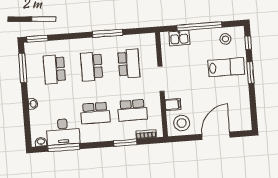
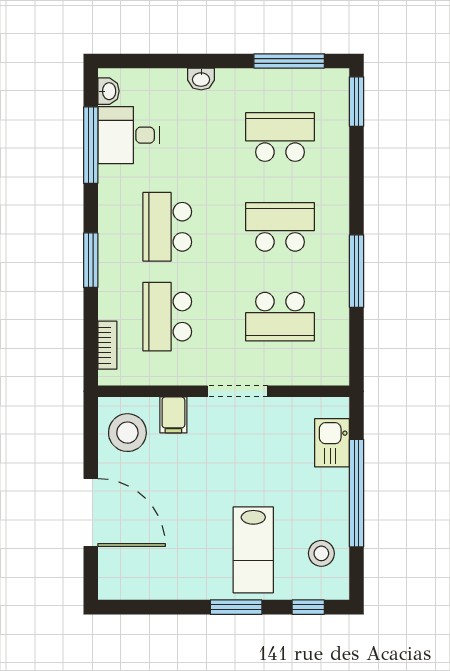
desk: (63, 132) -> (129, 135), width x0.73
window: (125, 143) -> (91, 260), moved

